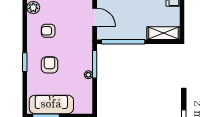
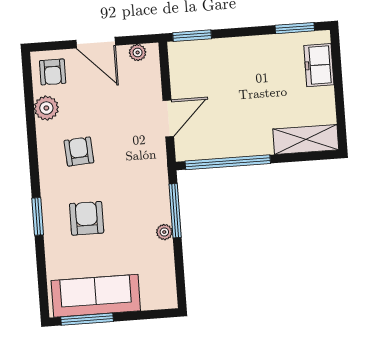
door: (95, 17) -> (168, 118), hinge flipped
armchair: (48, 31) -> (79, 152), turned 86

